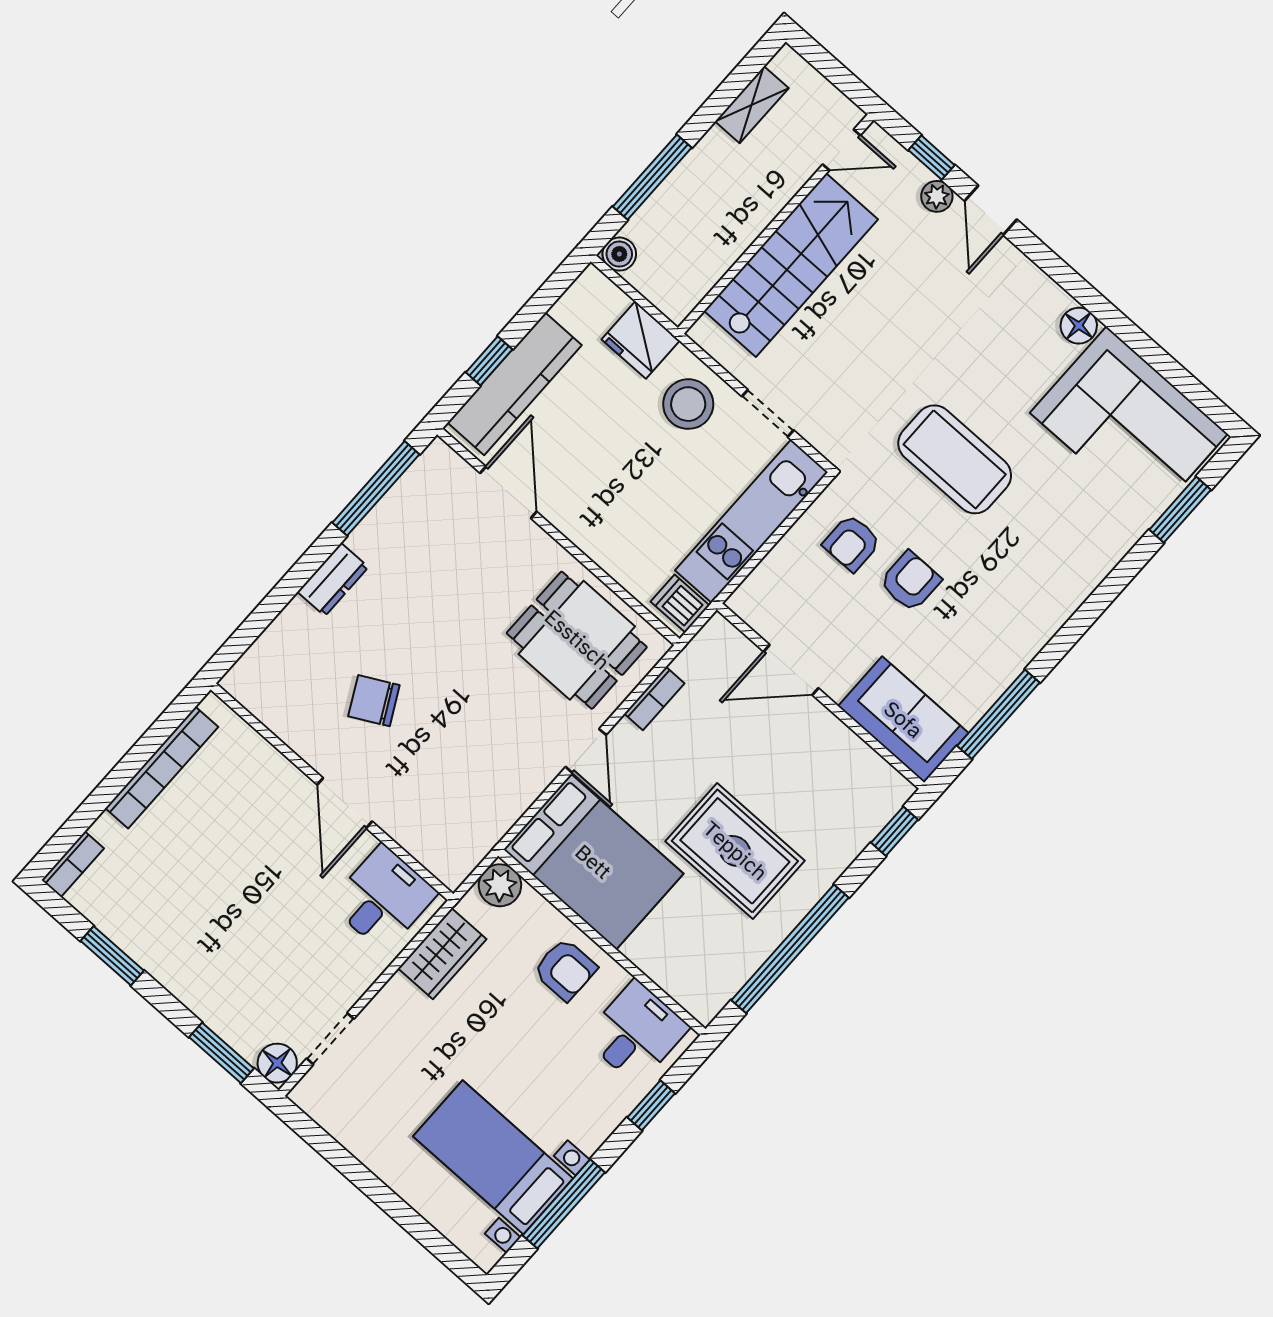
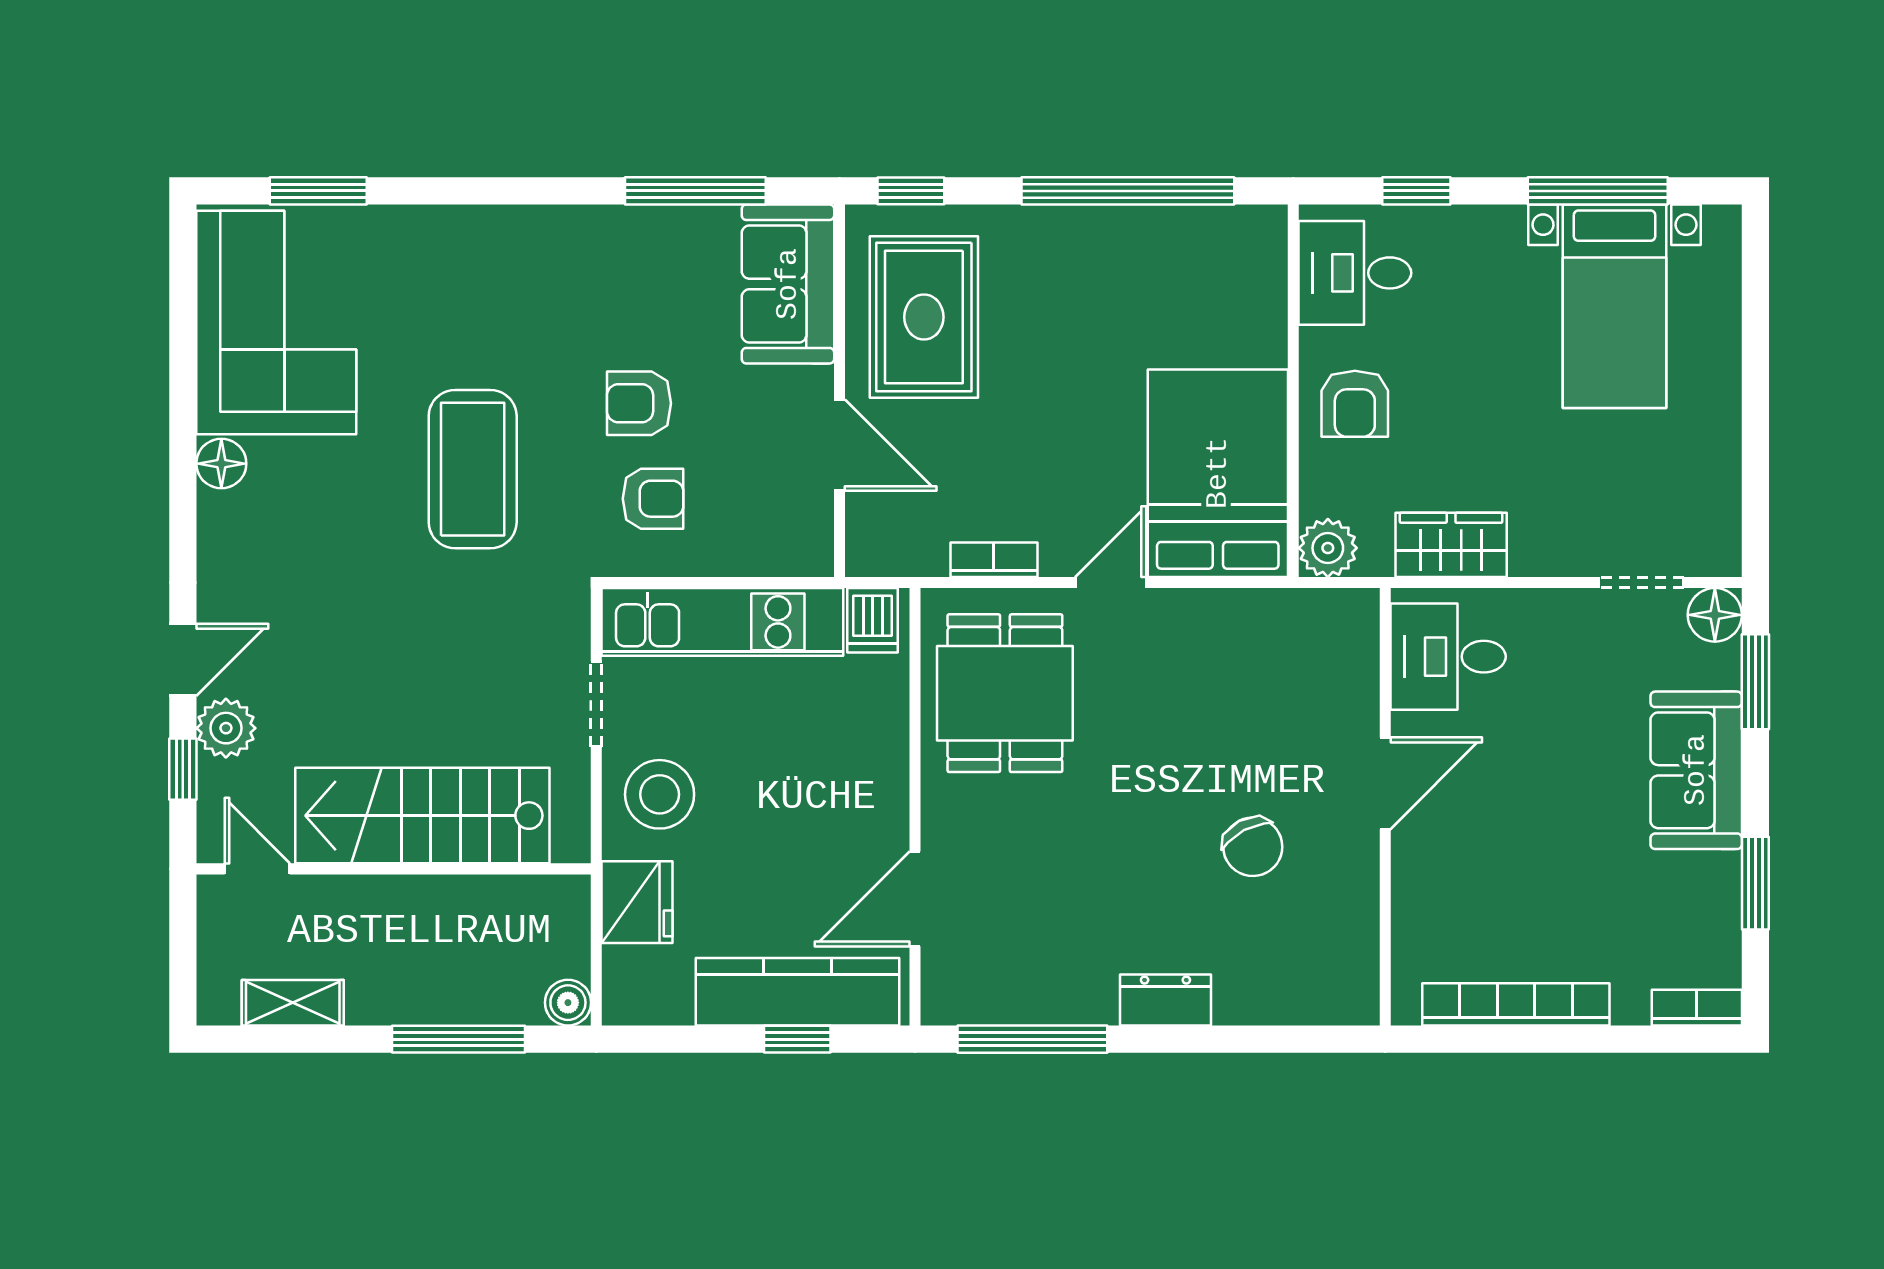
plant: (937, 196) -> (226, 728), width x1.38, depth x1.38
rug: (735, 851) -> (924, 317), moved
armchair: (565, 969) -> (1355, 404), turned 180
sofa: (202, 978) -> (1696, 770), added

